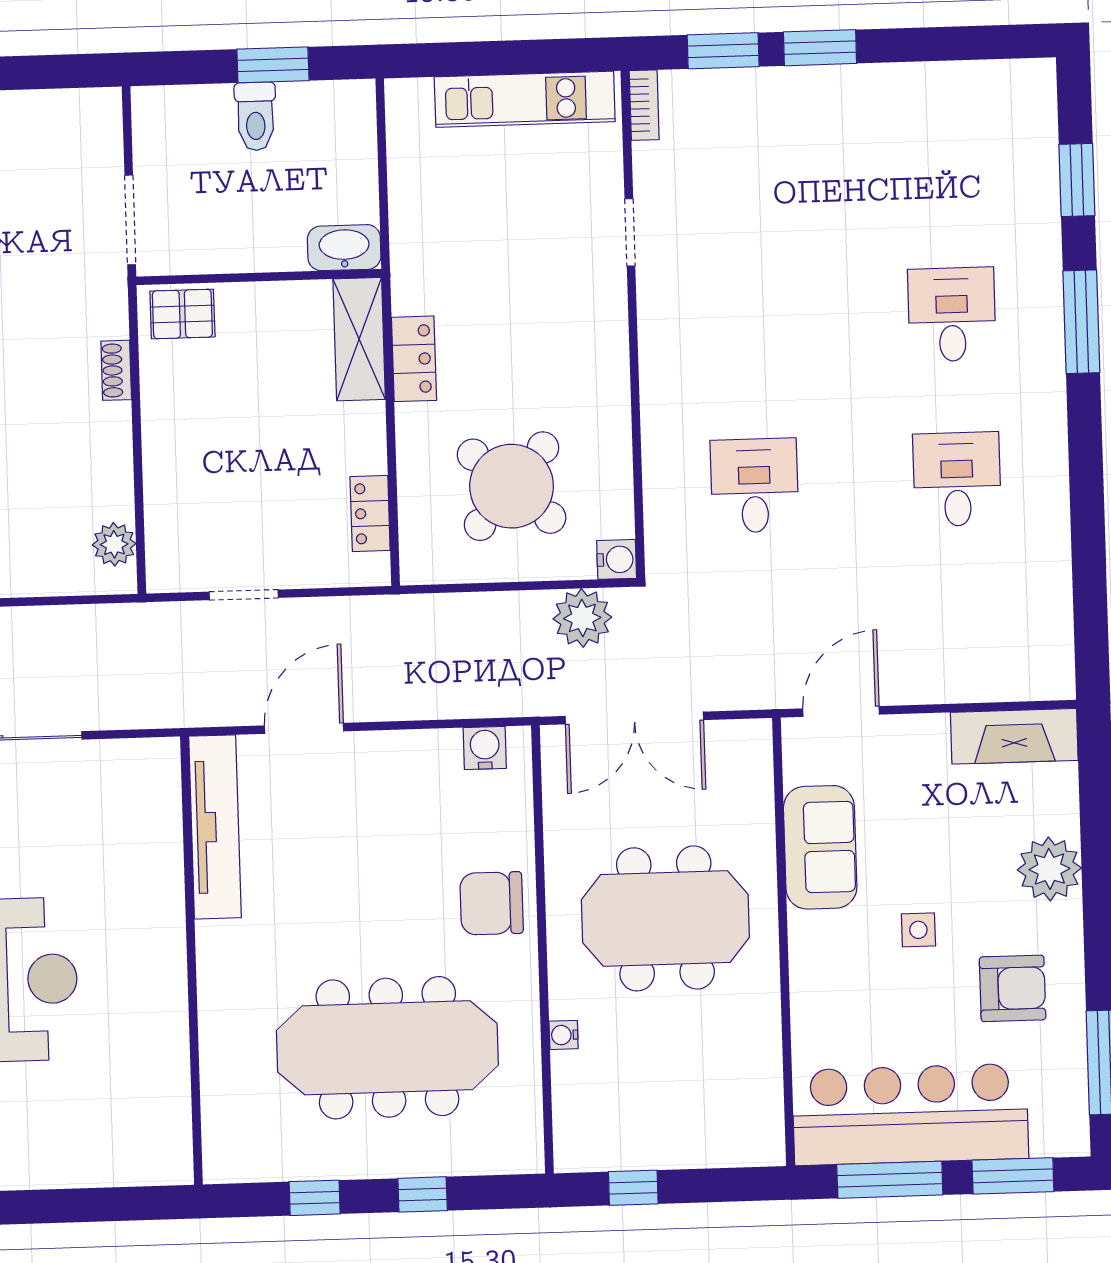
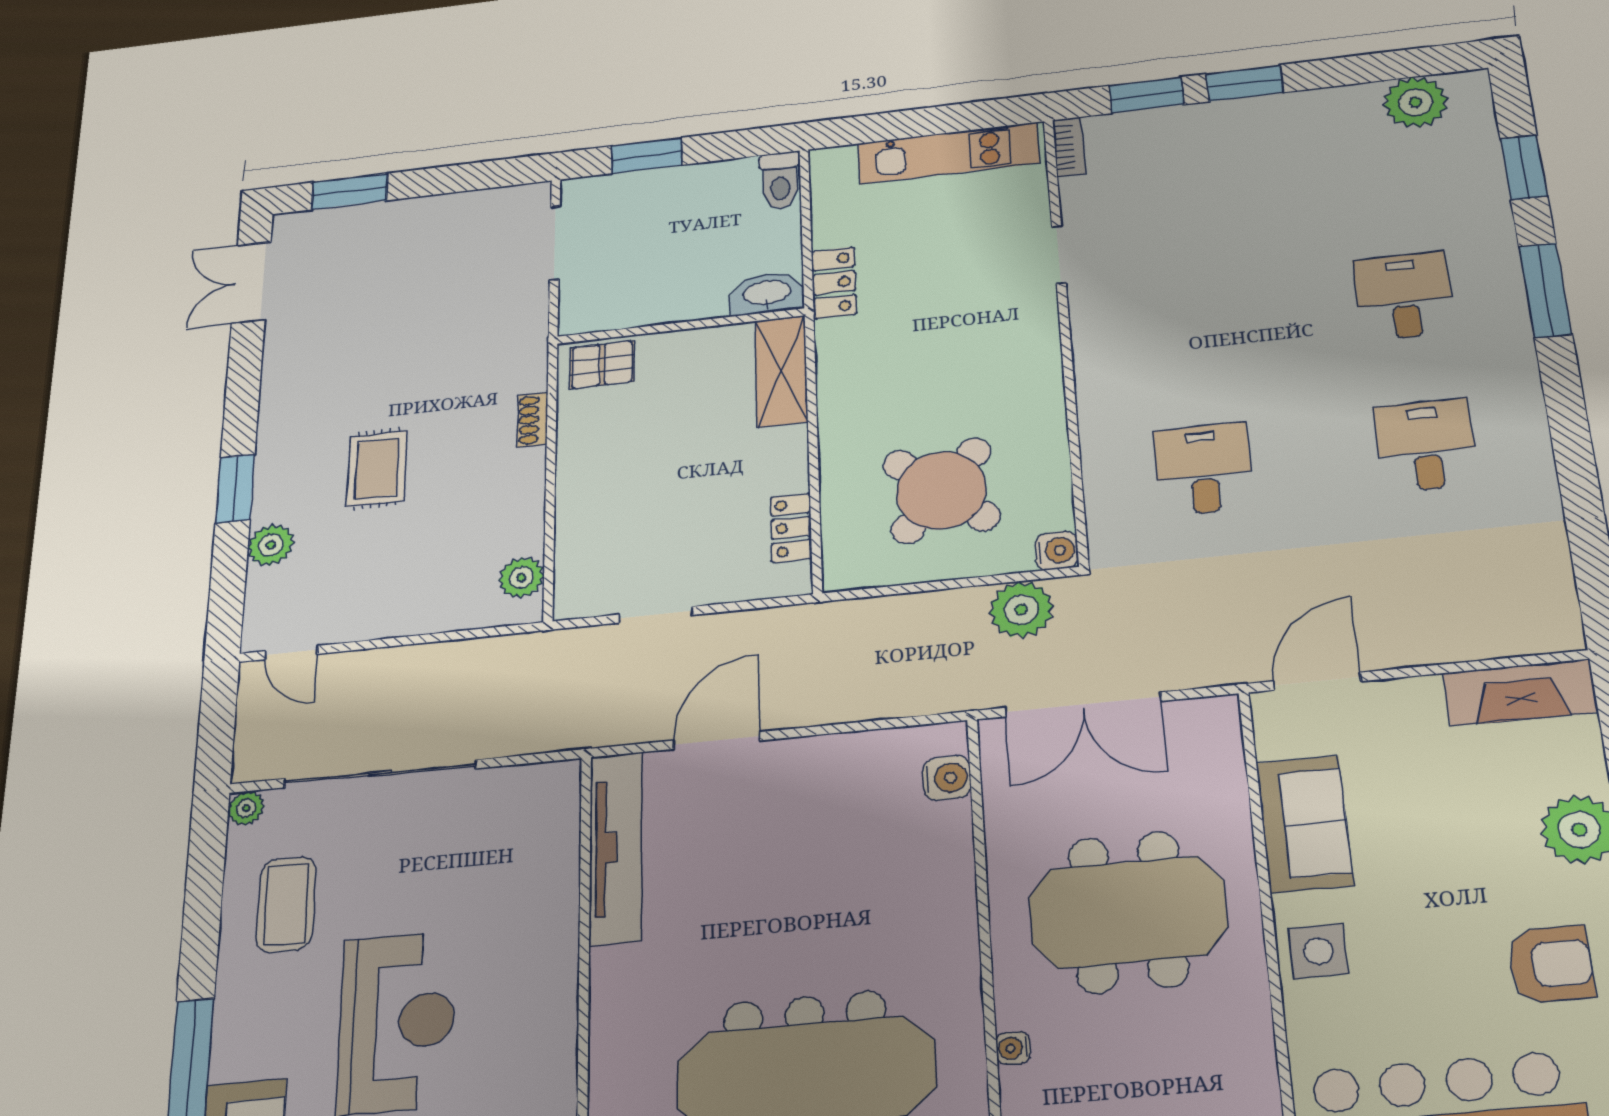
window: (273, 65) -> (647, 156), moved
plant: (983, 91) -> (1416, 102), added
toilet: (255, 116) -> (780, 180), moved
doorway: (130, 220) -> (555, 243), moved
locker: (414, 359) -> (834, 283), moved
water cooler: (485, 748) -> (947, 778), moved, turned 90
chair: (492, 903) -> (926, 908), removed
side table: (918, 930) -> (1318, 951), moved, width x1.37, depth x1.37

